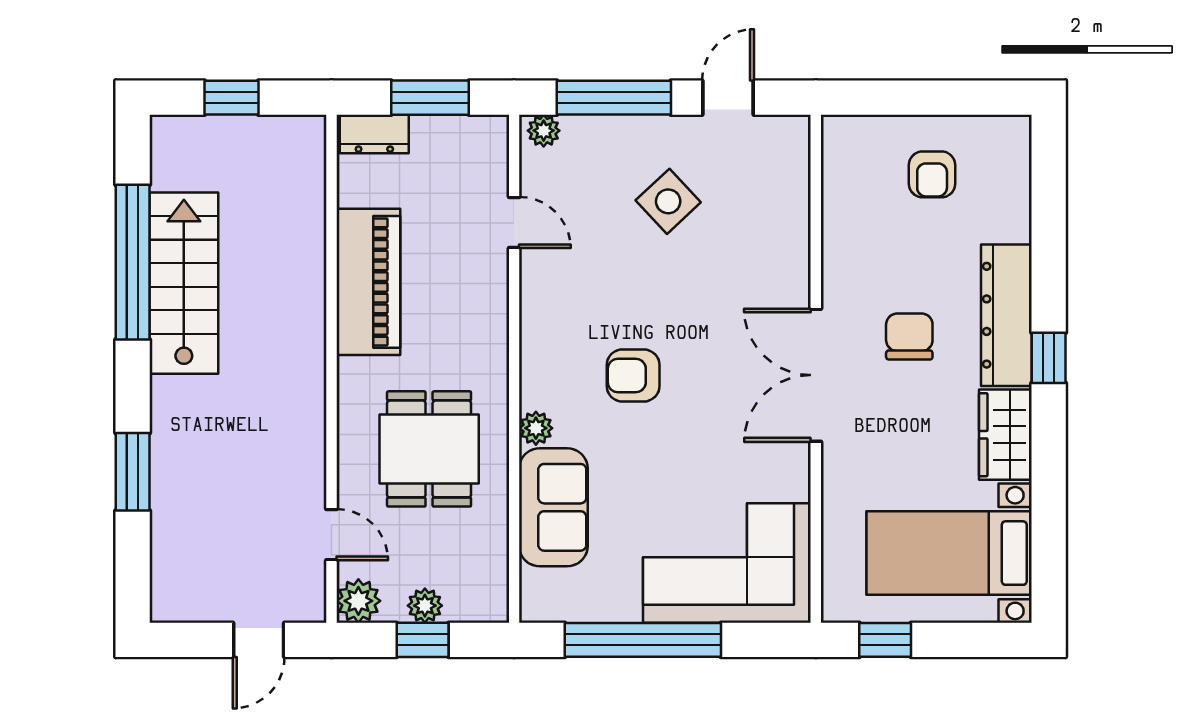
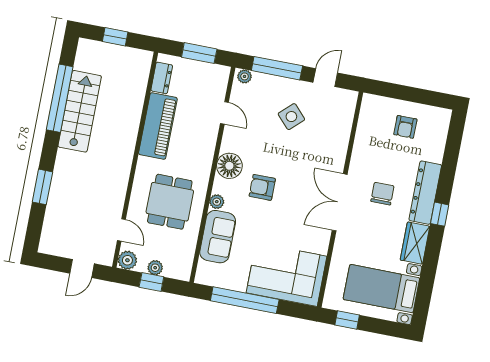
dresser: (374, 134) -> (162, 78), moved, turned -90
floor lamp: (549, 341) -> (229, 166), added

